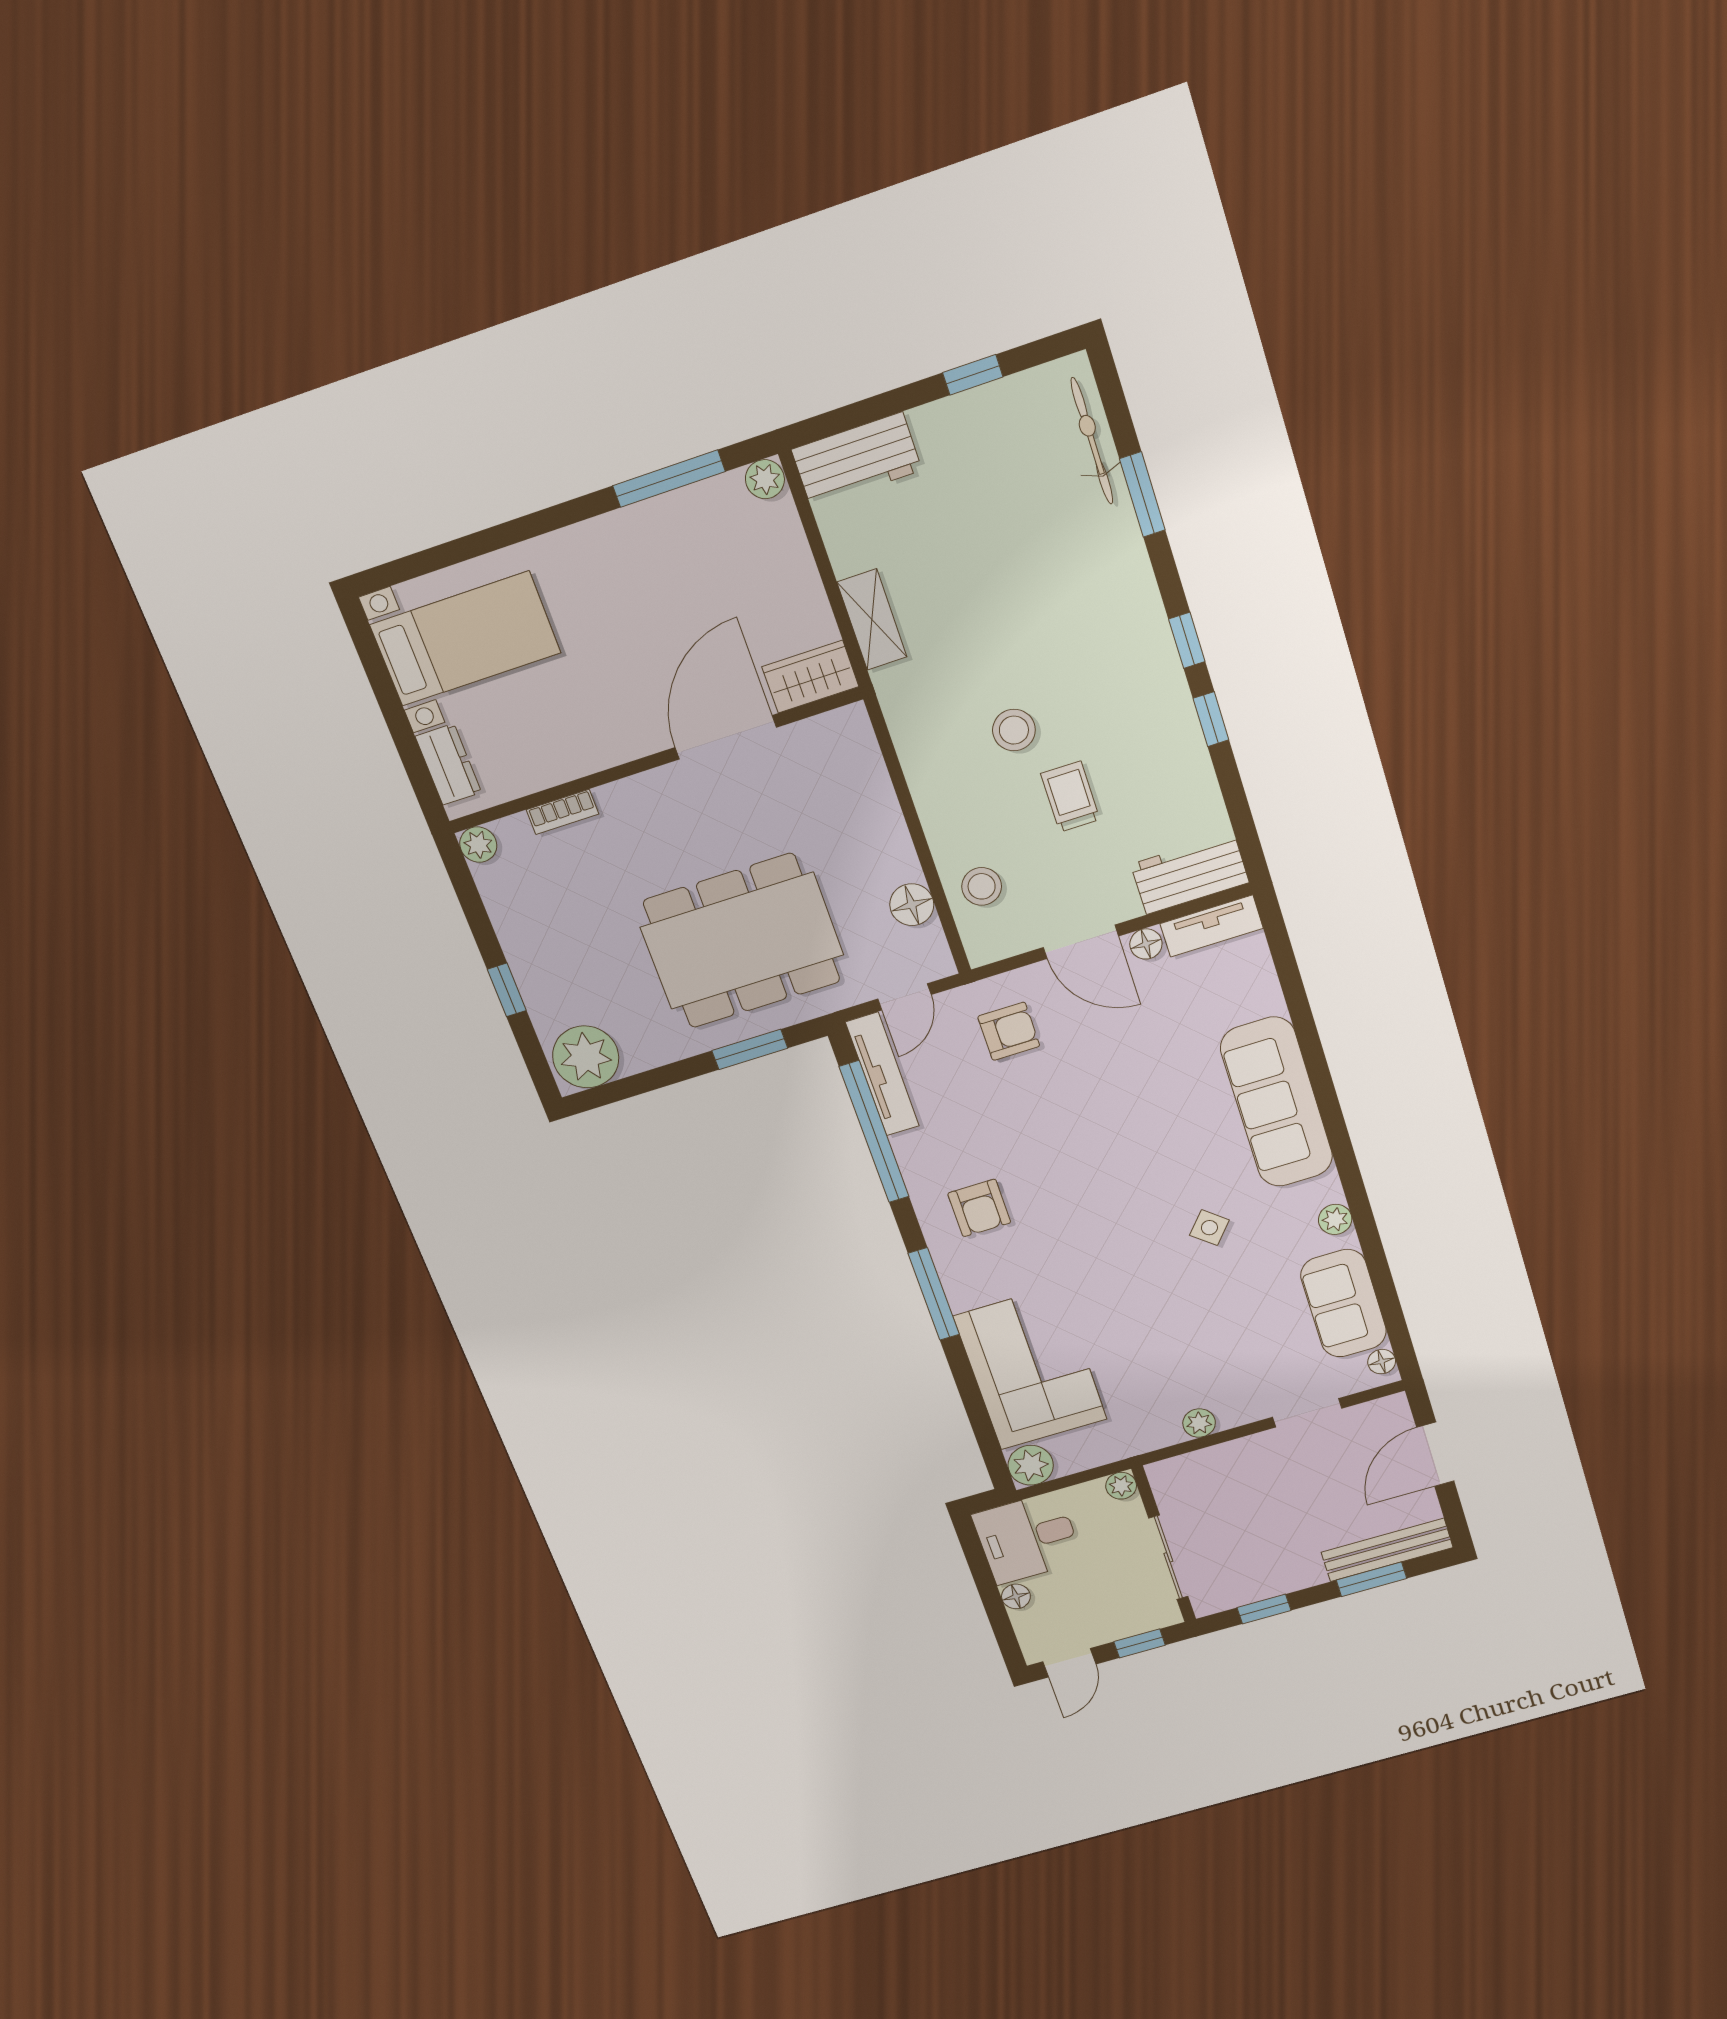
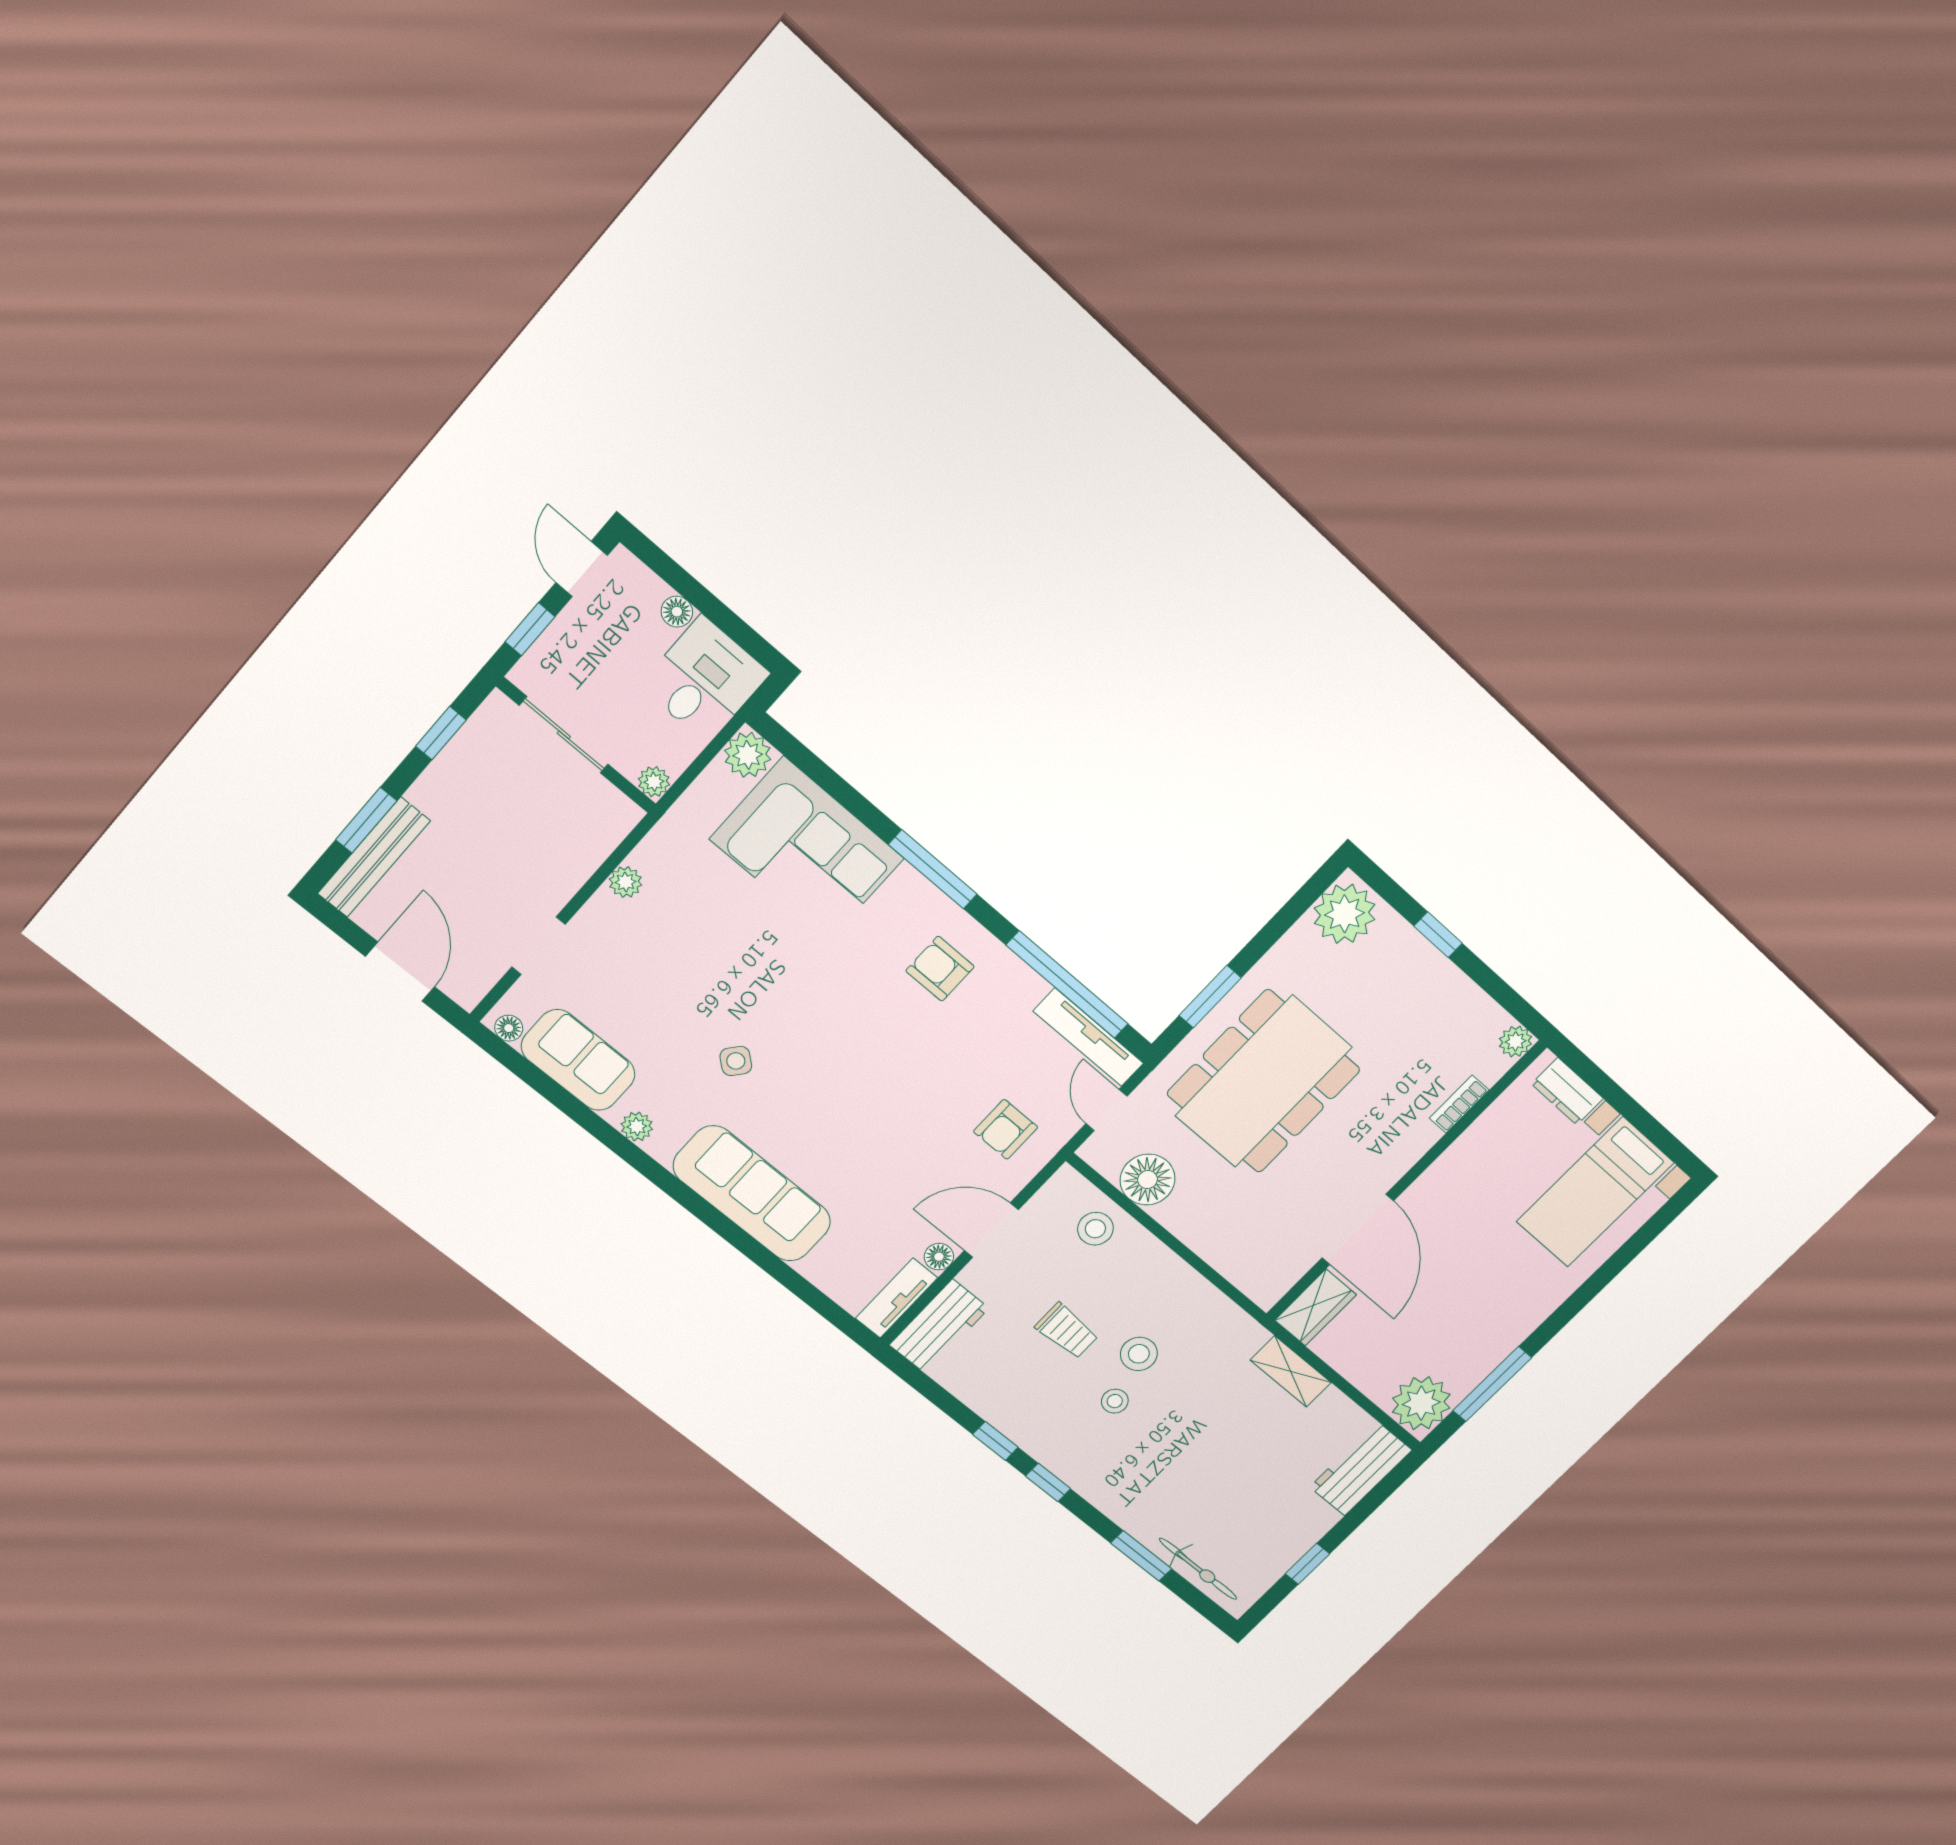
plant: (765, 479) -> (1421, 1403), width x1.88, depth x1.88
stool: (1067, 692) -> (1115, 1401), added
floor lamp: (912, 905) -> (1148, 1180), width x1.38, depth x1.38

